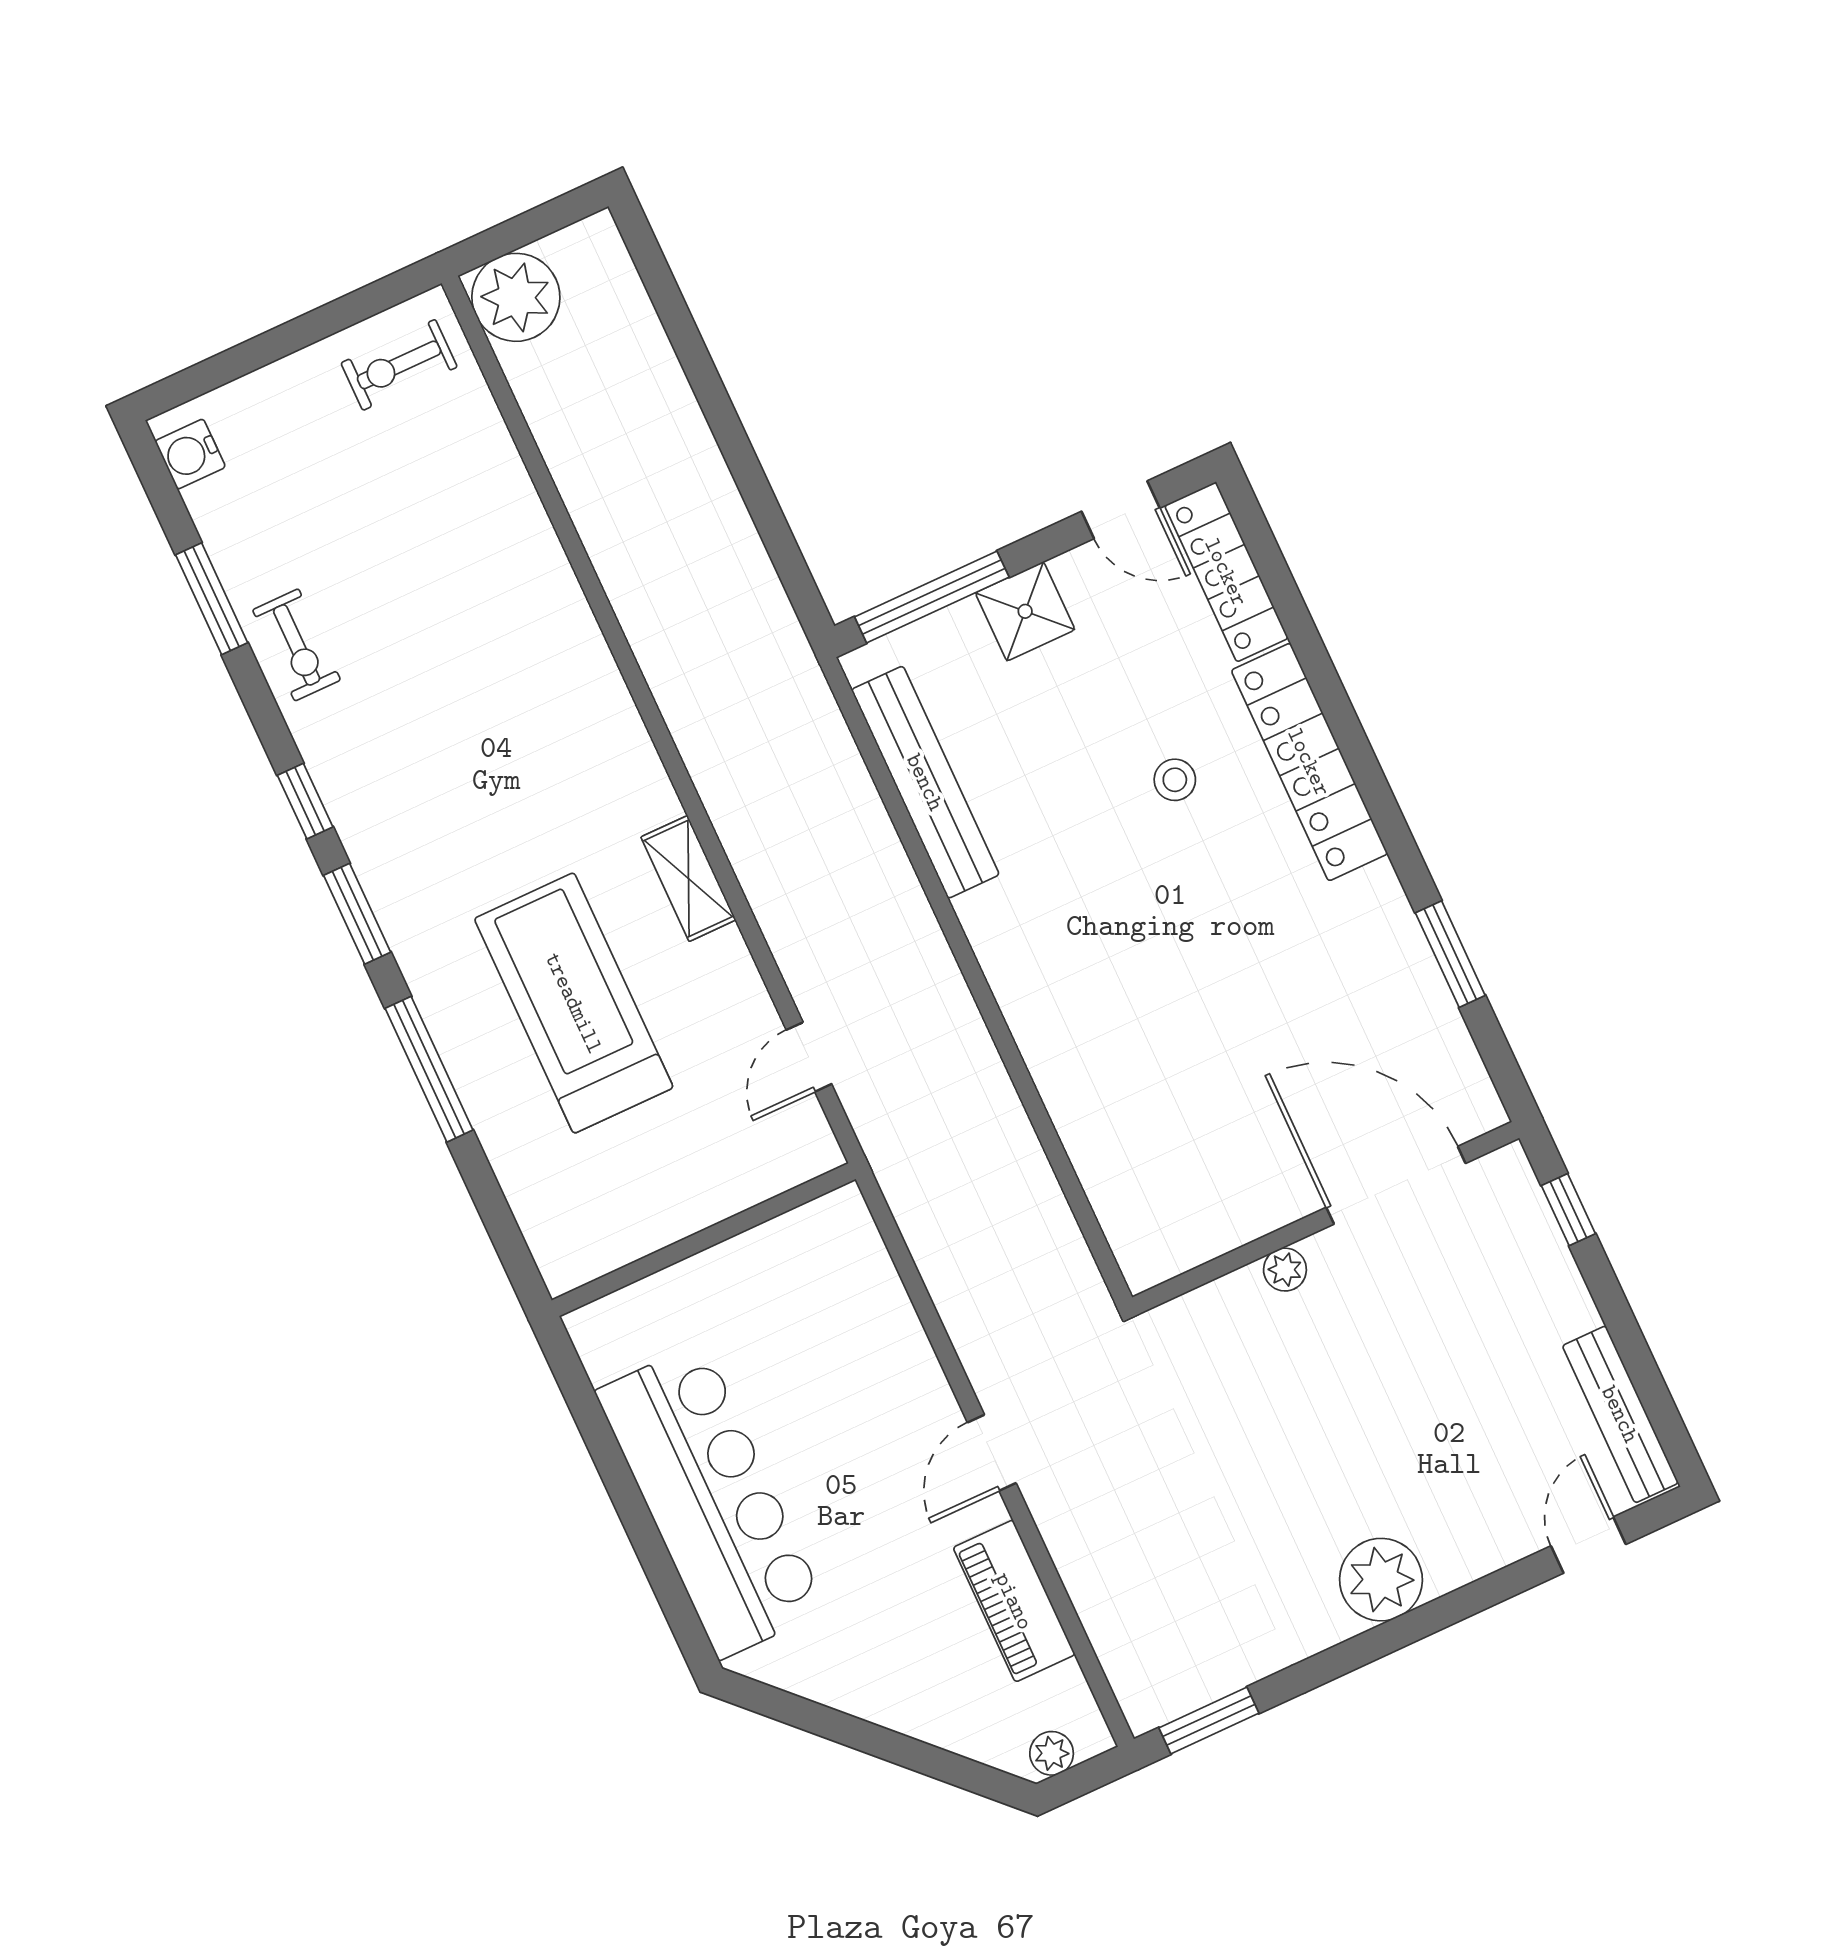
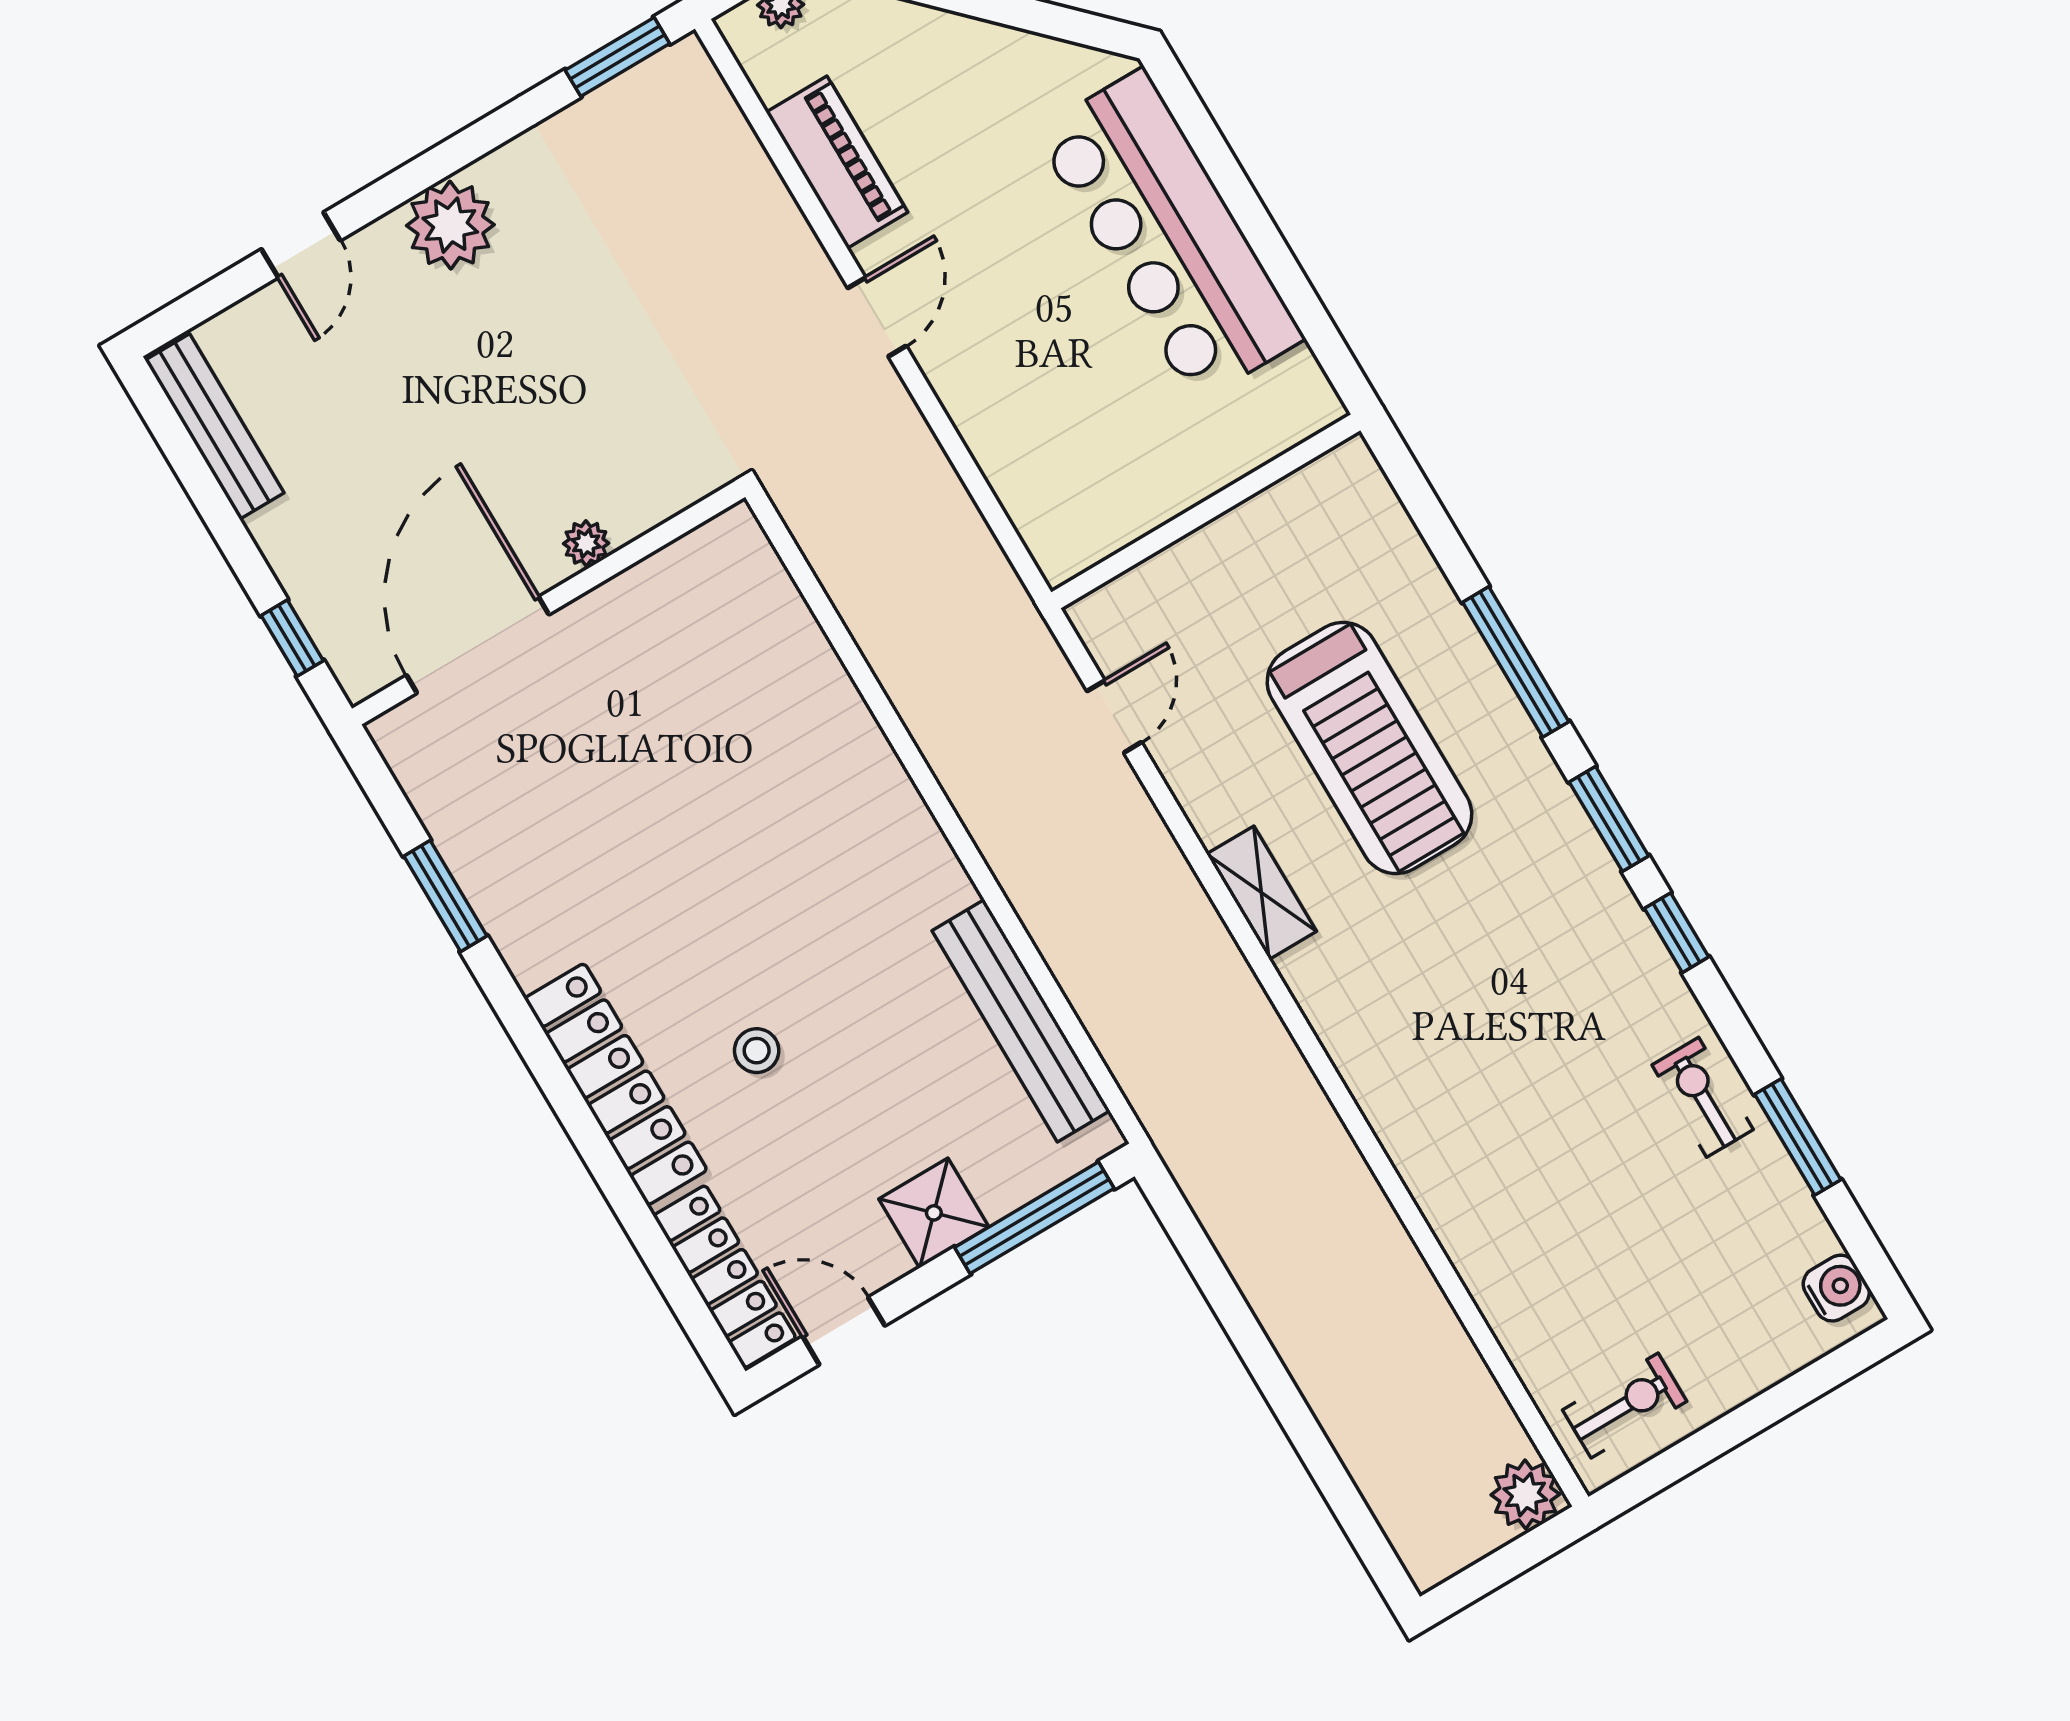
plant: (516, 297) -> (1525, 1494), width x0.73, depth x0.73
door: (1396, 1185) -> (478, 645), swing flipped
door: (1588, 1545) -> (301, 245), moved

